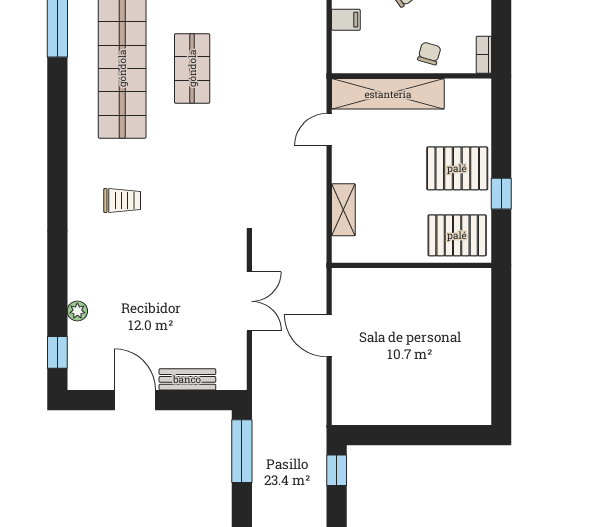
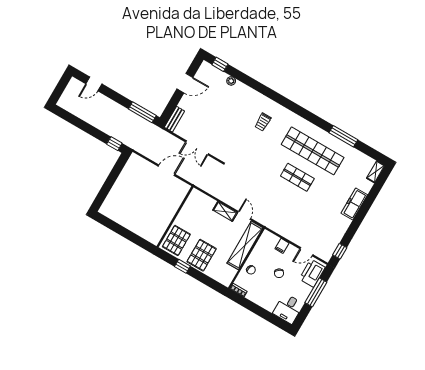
shelving: (343, 210) -> (225, 211), moved
bench: (187, 379) -> (174, 119), moved

